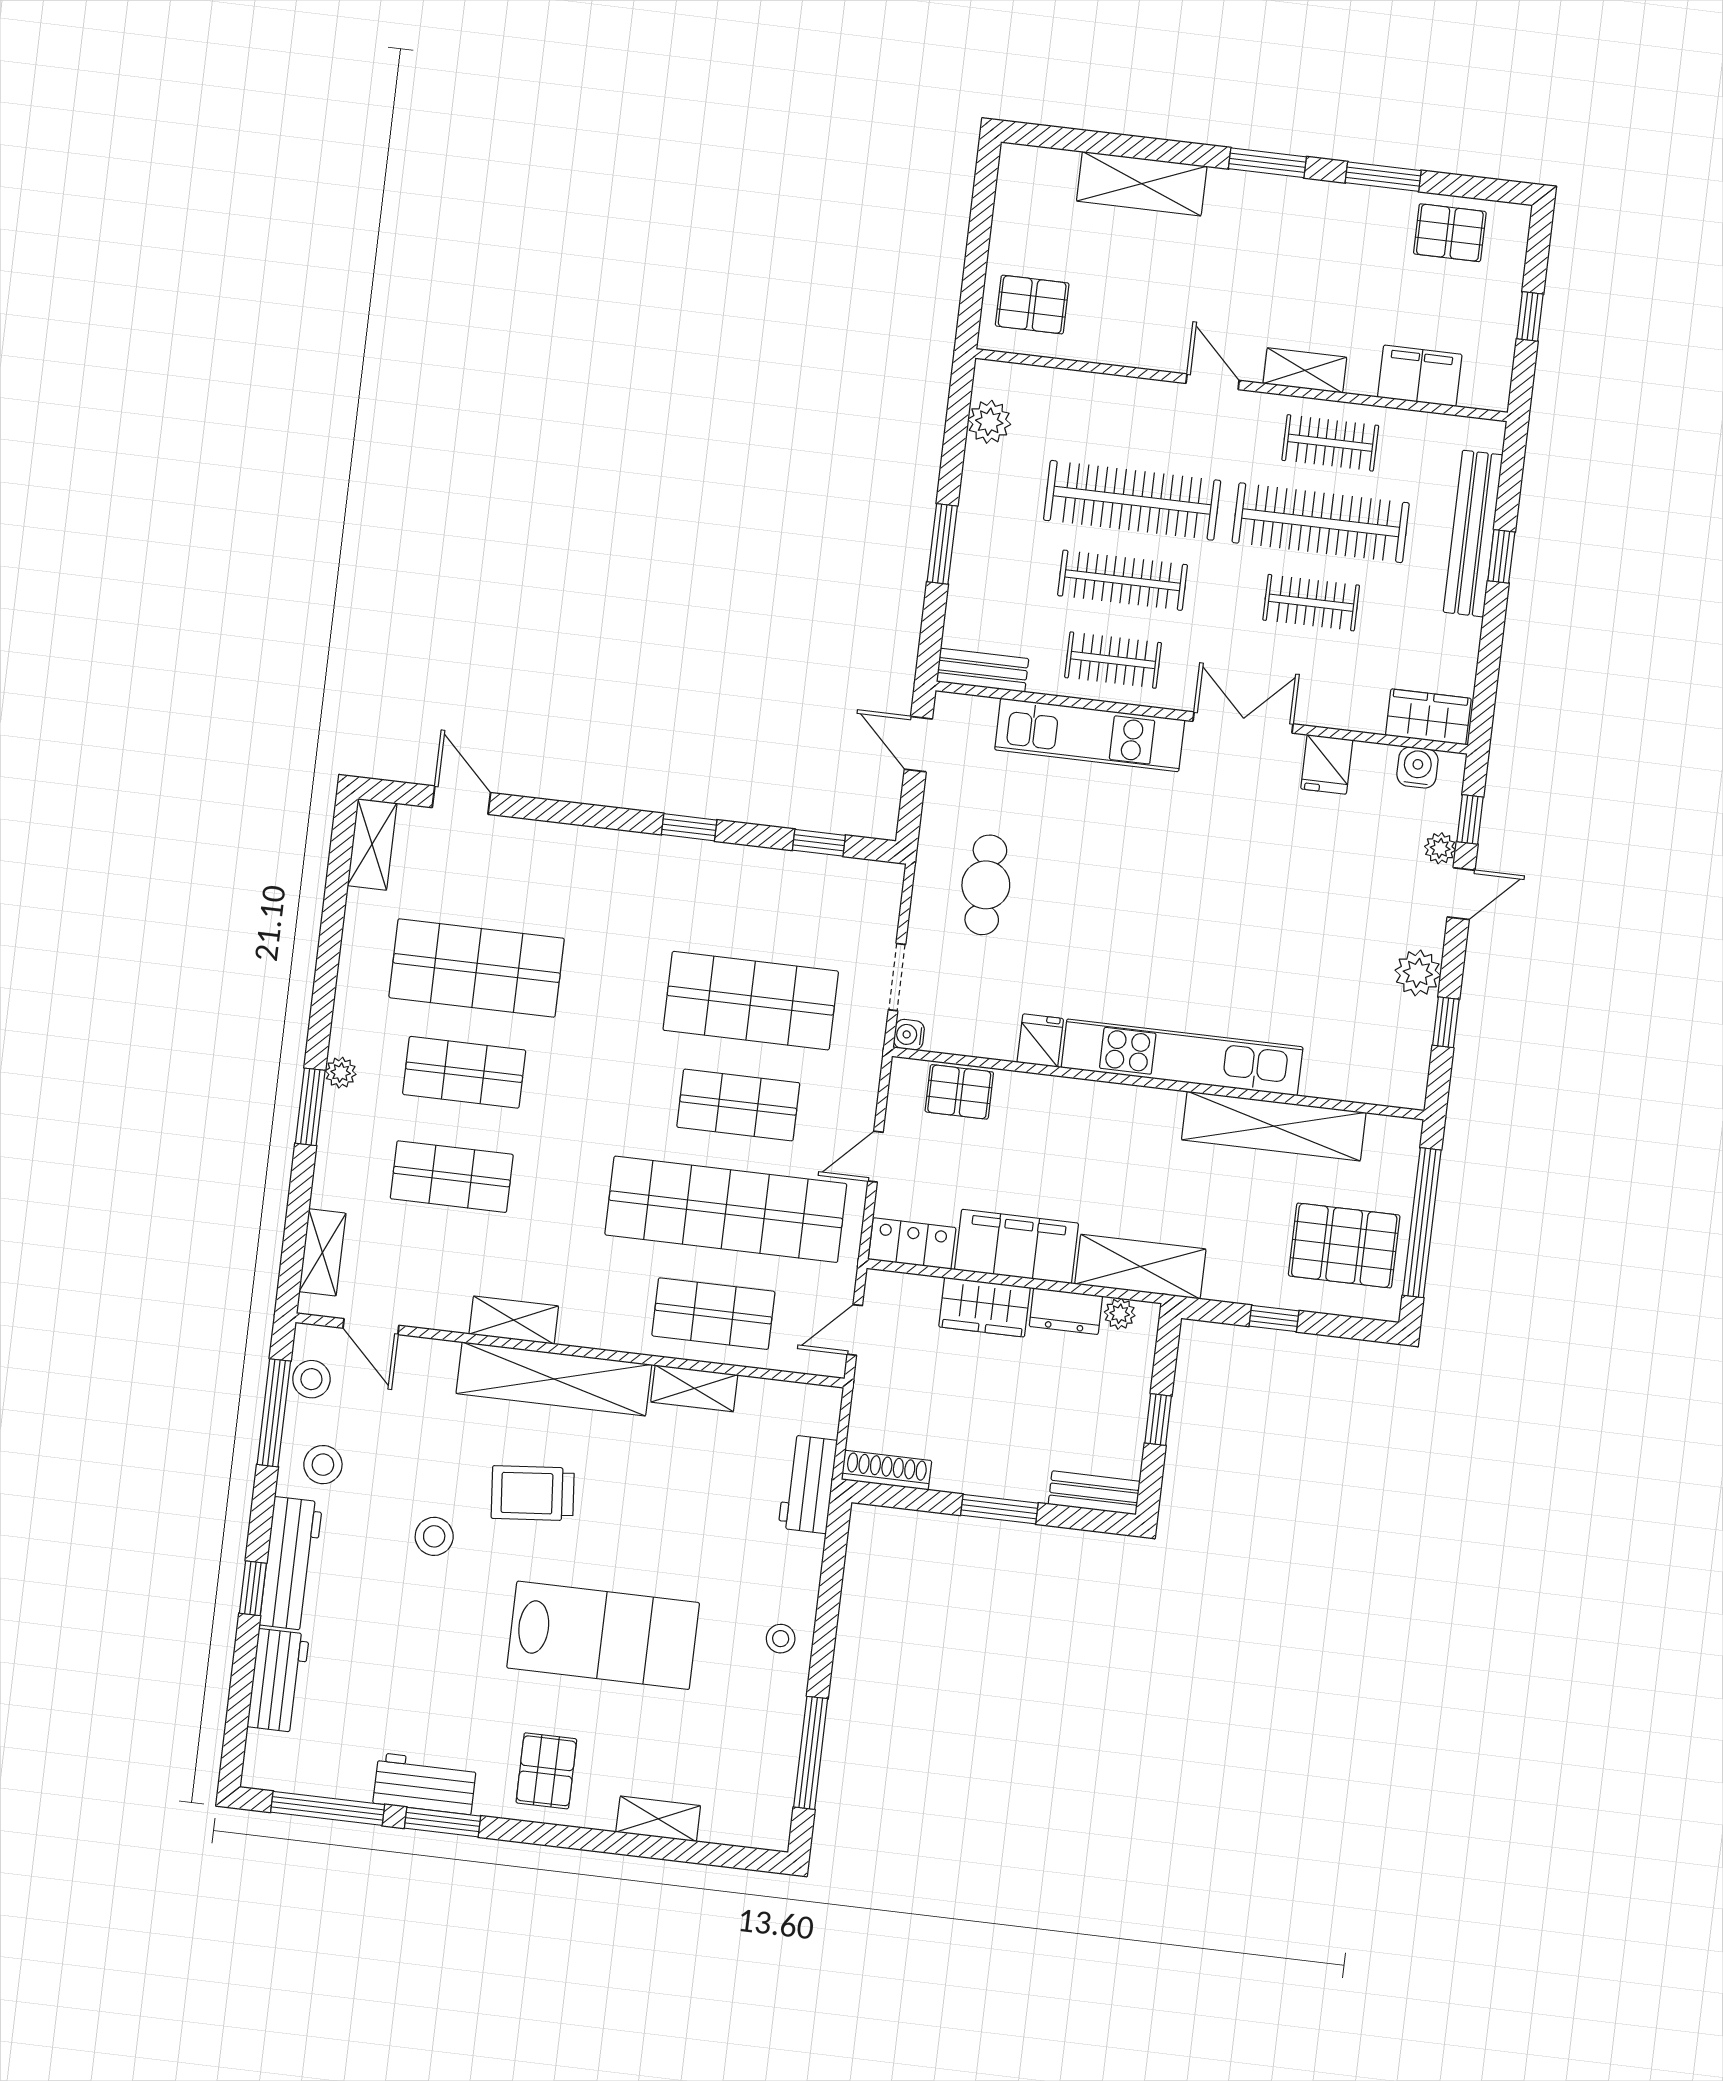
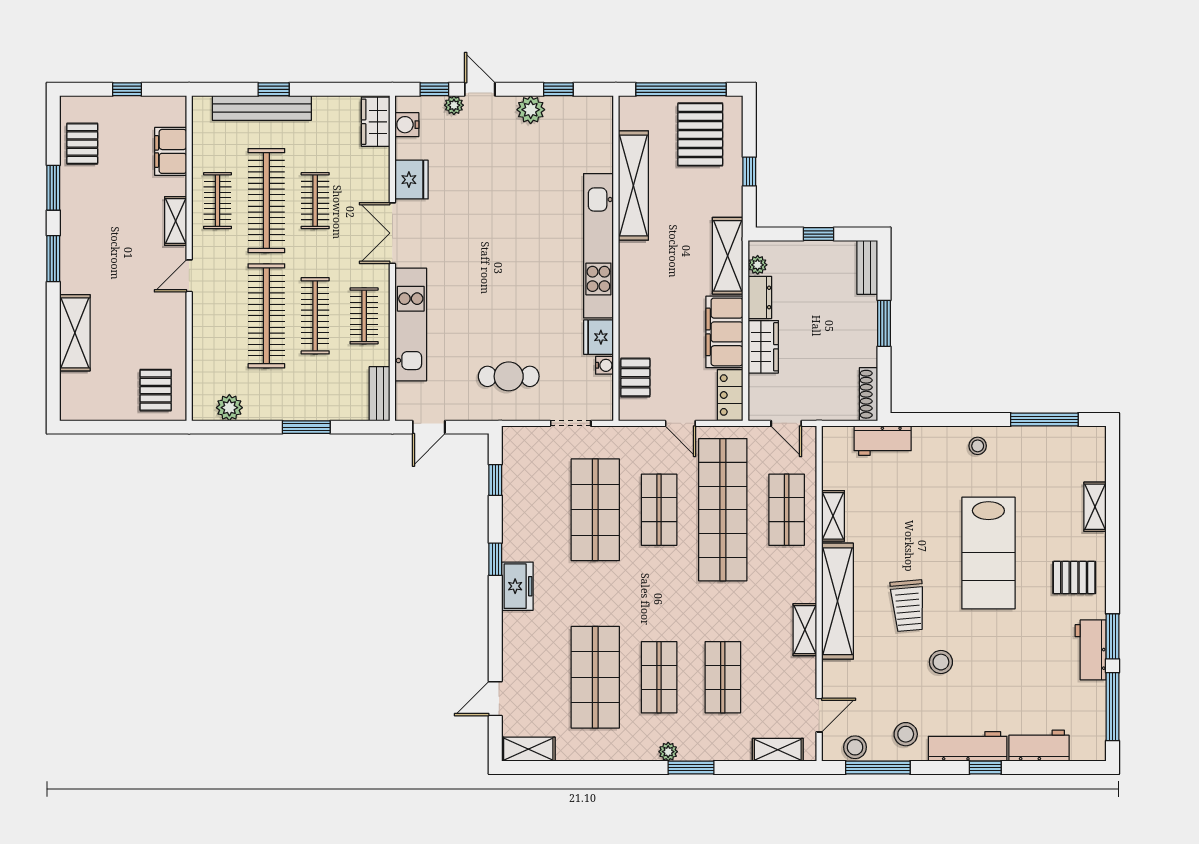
fridge: (1327, 764) -> (412, 180), width x1.38
freezer: (641, 858) -> (517, 586), added
water cooler: (909, 1035) -> (604, 365), moved, turned -90
fridge: (1040, 1040) -> (599, 337), width x1.38
lab bench: (603, 1635) -> (988, 553), turned 180

